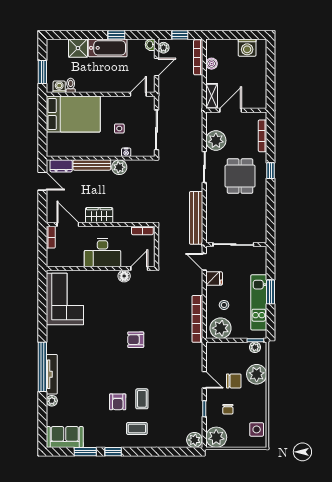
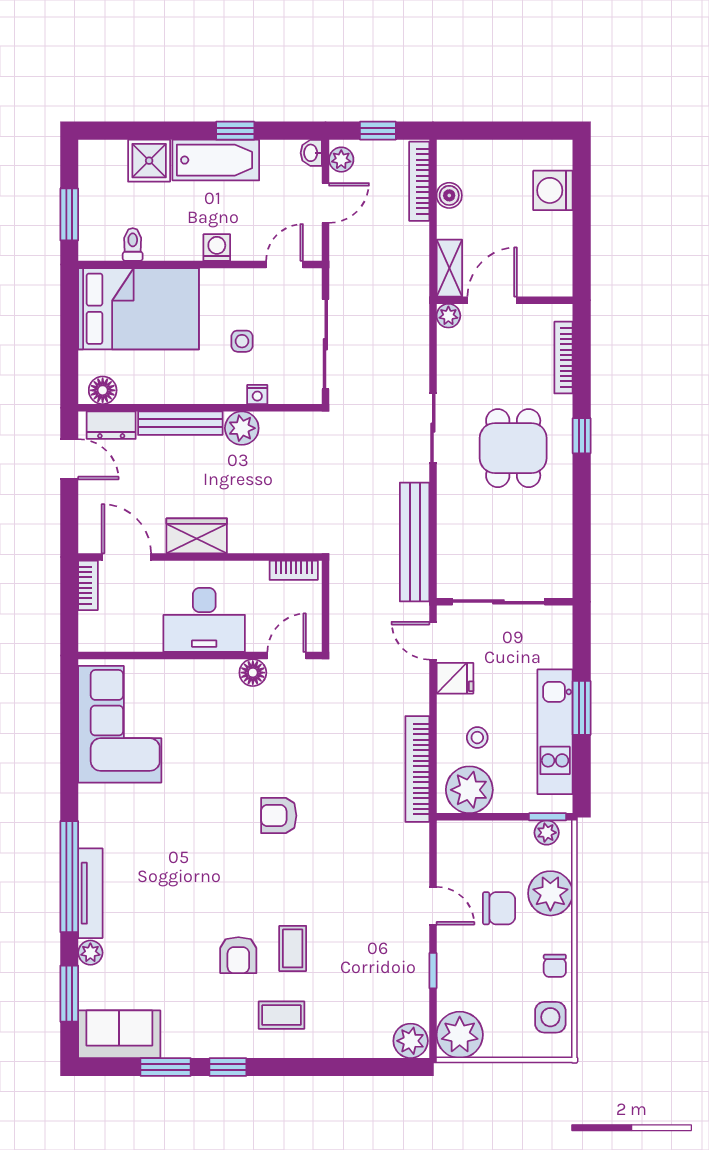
washing machine: (247, 48) -> (553, 190), moved, turned 90
washing machine: (59, 87) -> (217, 248), moved
plant: (216, 140) -> (448, 316), moved, width x0.53, depth x0.53
floor lamp: (57, 150) -> (103, 390), added
chair: (228, 409) -> (555, 966), moved
window: (42, 419) -> (69, 994), added

